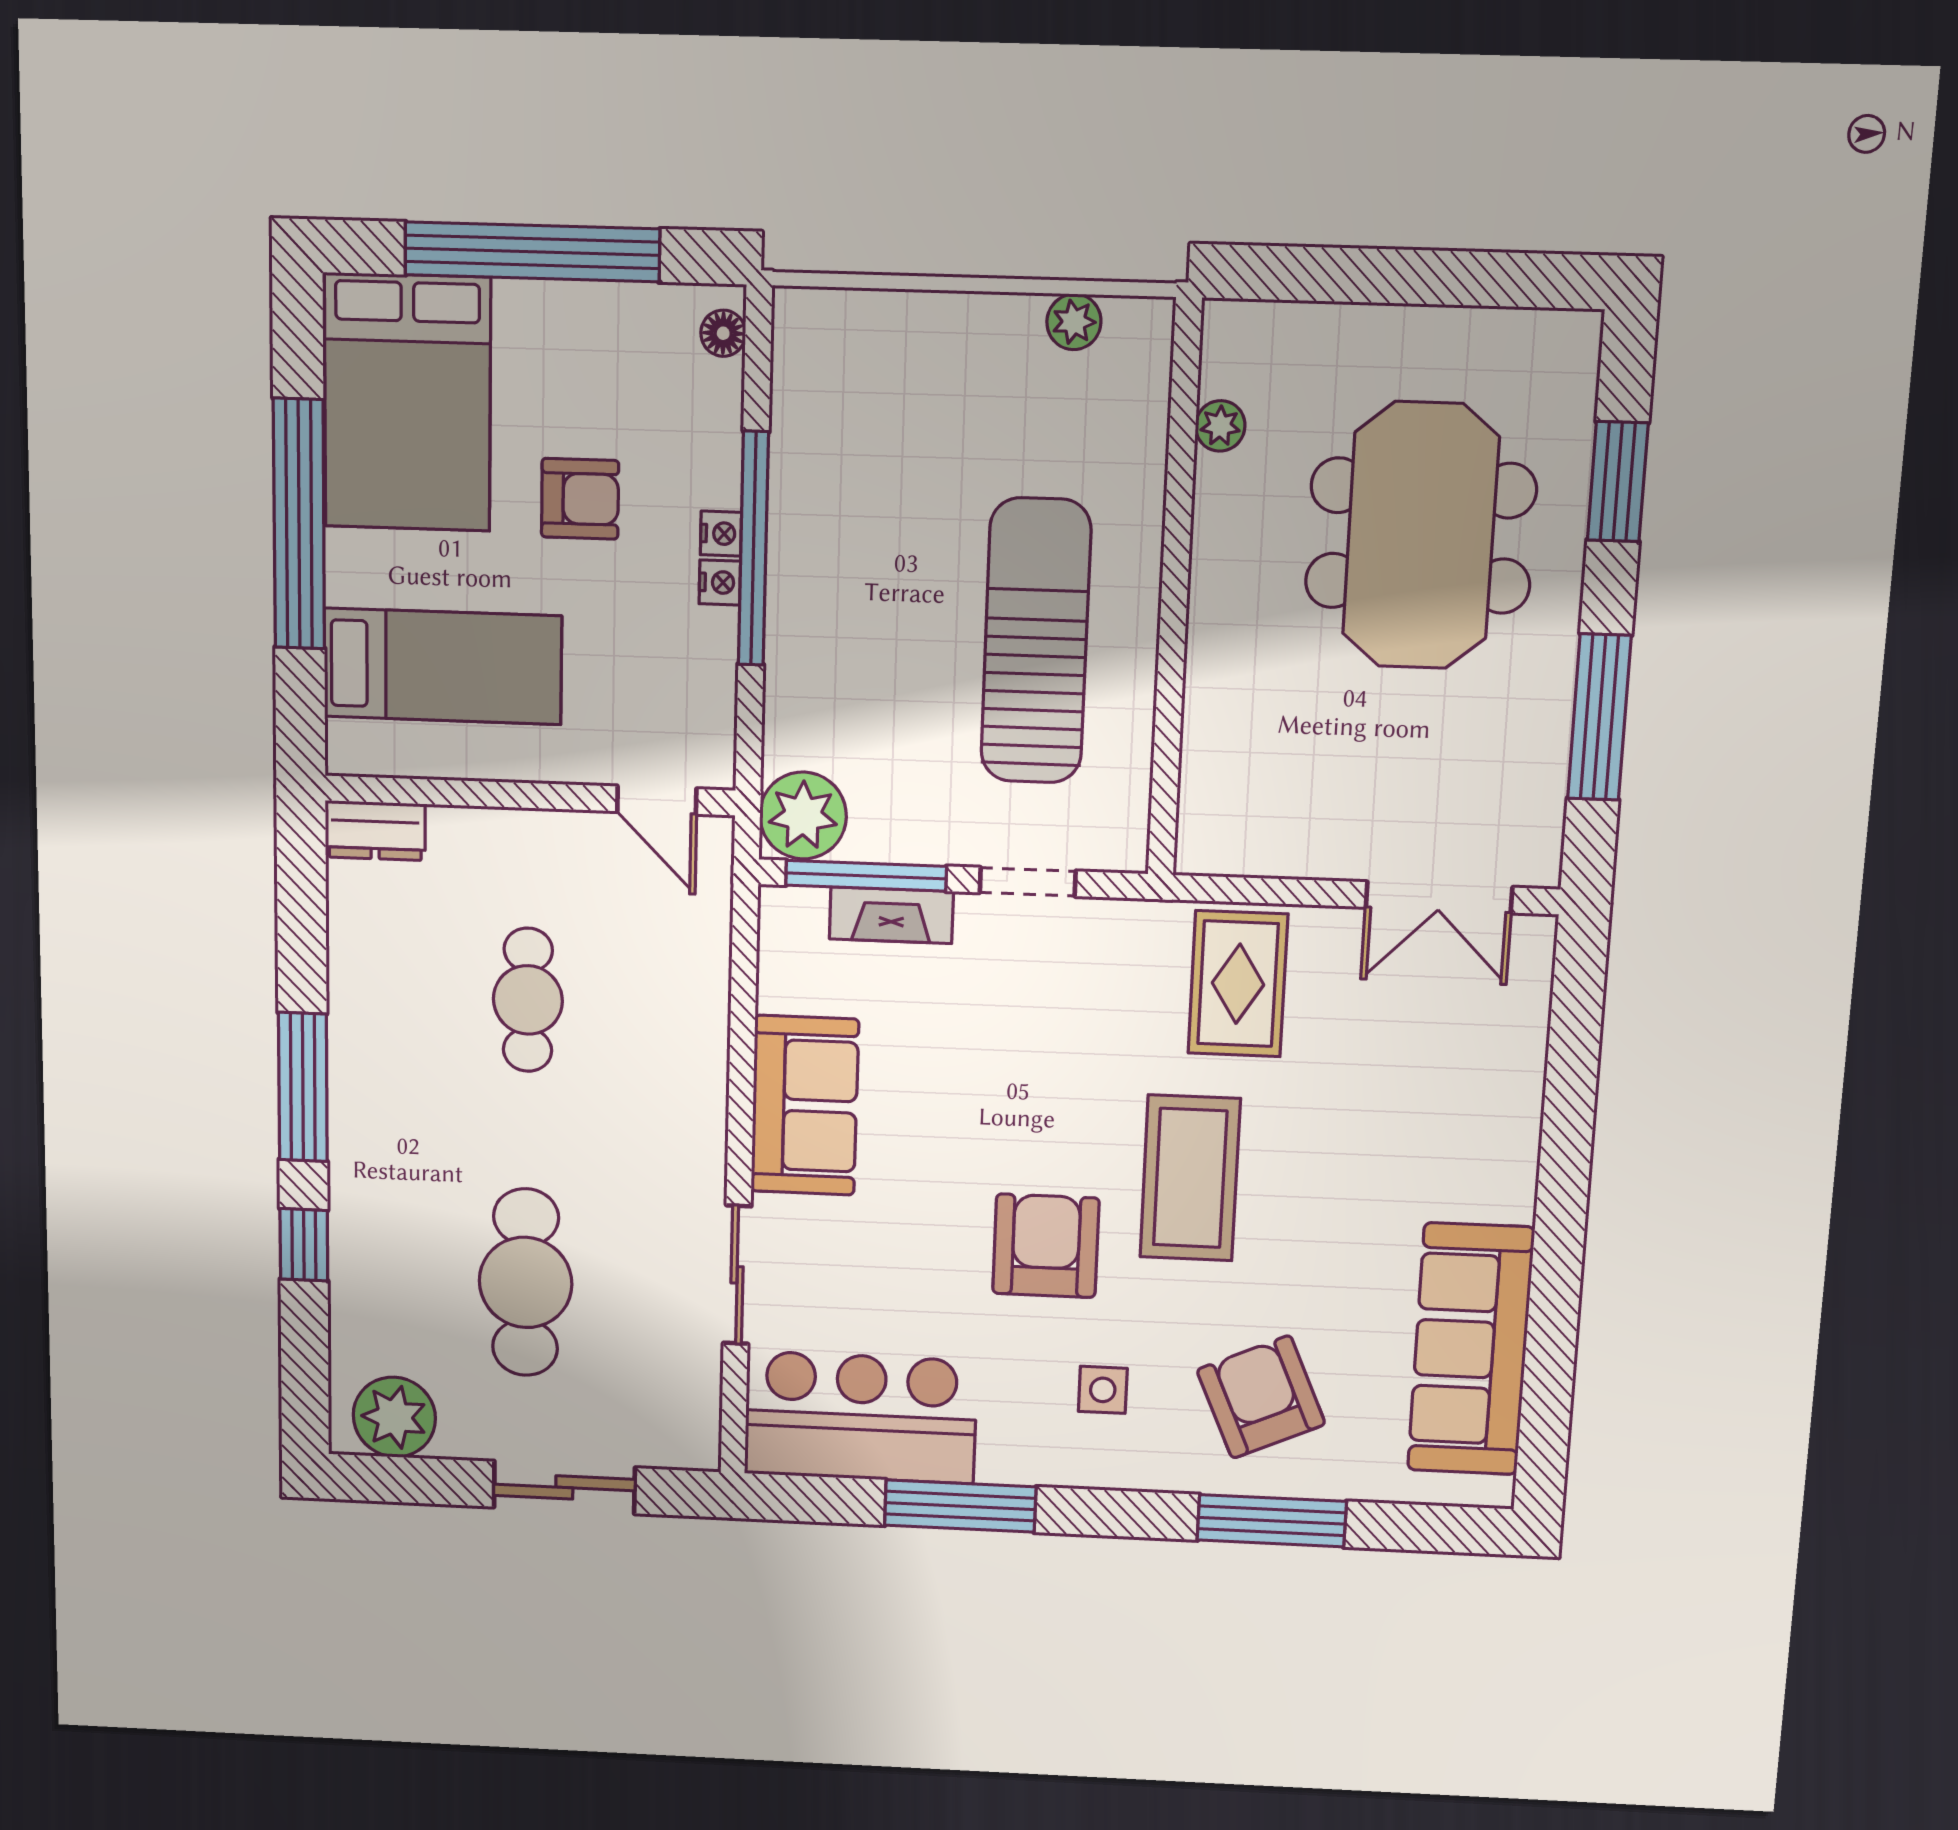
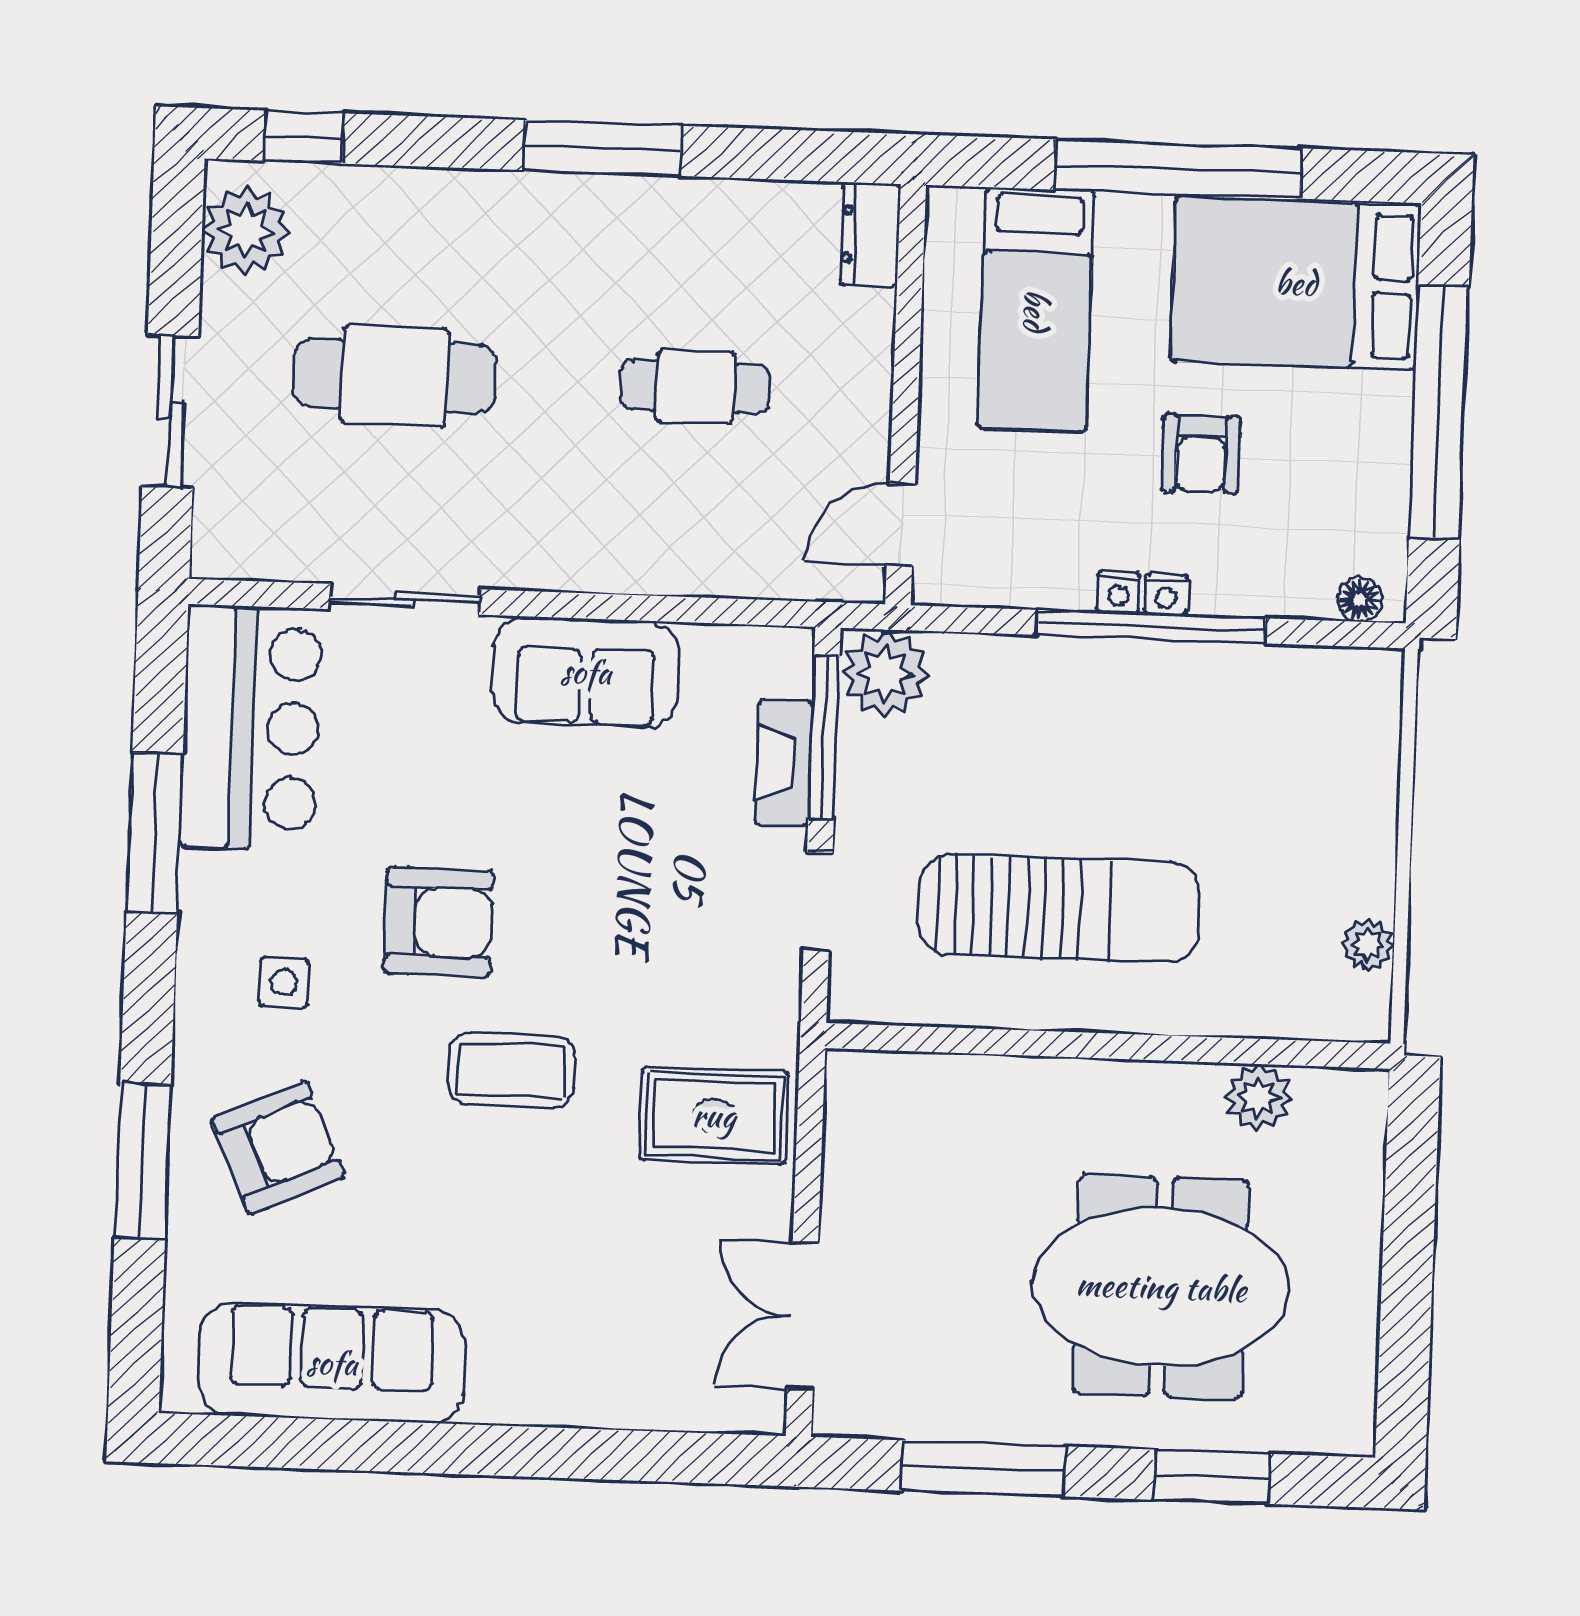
plant: (1220, 426) -> (1258, 1097), width x1.38, depth x1.38
coffee table: (1190, 1178) -> (512, 1070), width x0.73, depth x0.76
window: (304, 1245) -> (303, 137), moved

